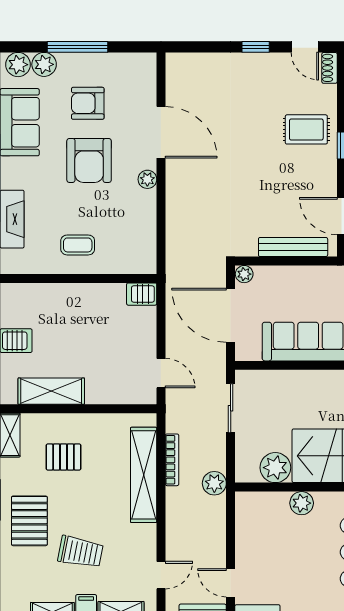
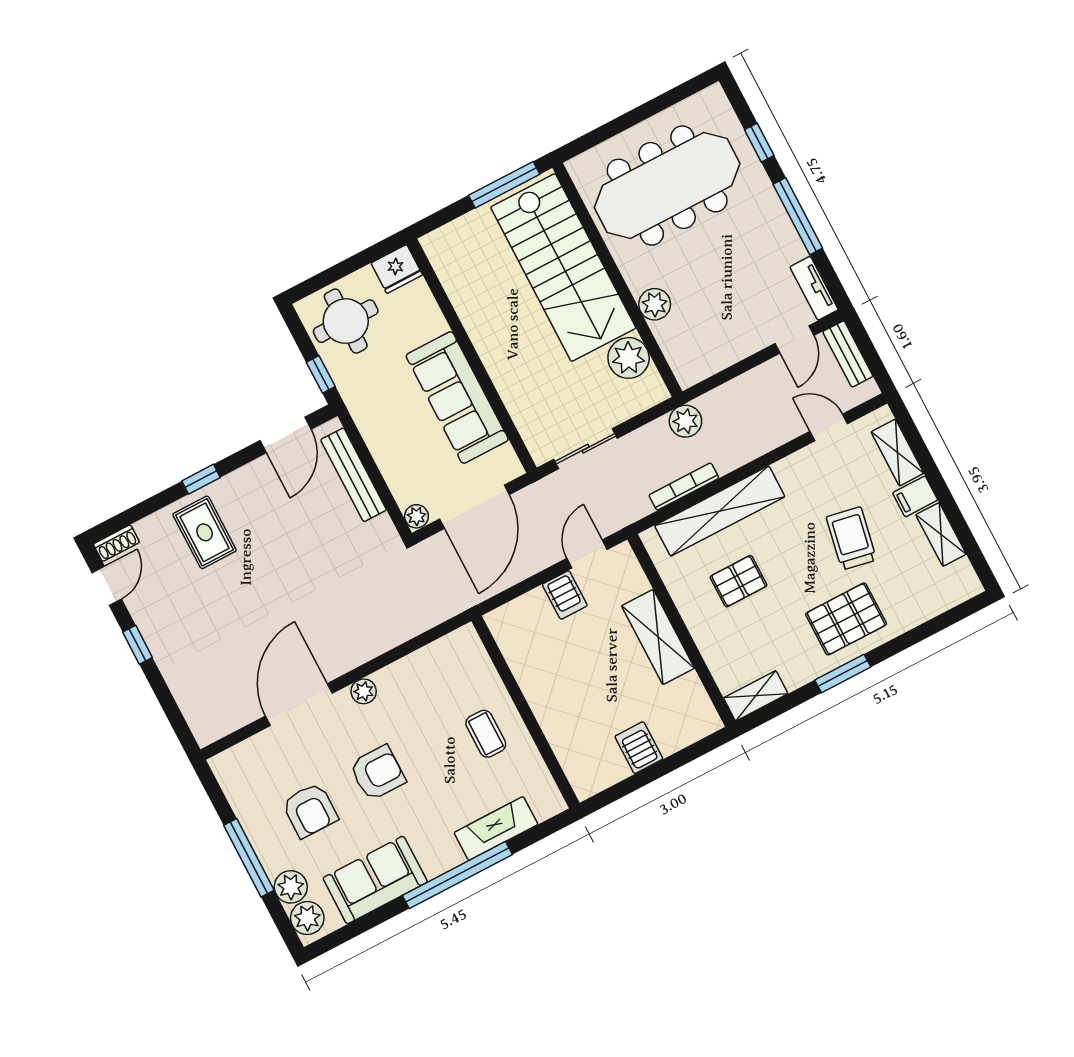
armchair: (89, 160) -> (378, 773), width x0.73, depth x0.73
server rack: (142, 294) -> (565, 595), moved
shelving: (51, 391) -> (658, 637), moved
pallet: (63, 457) -> (739, 581), moved, turned 90

